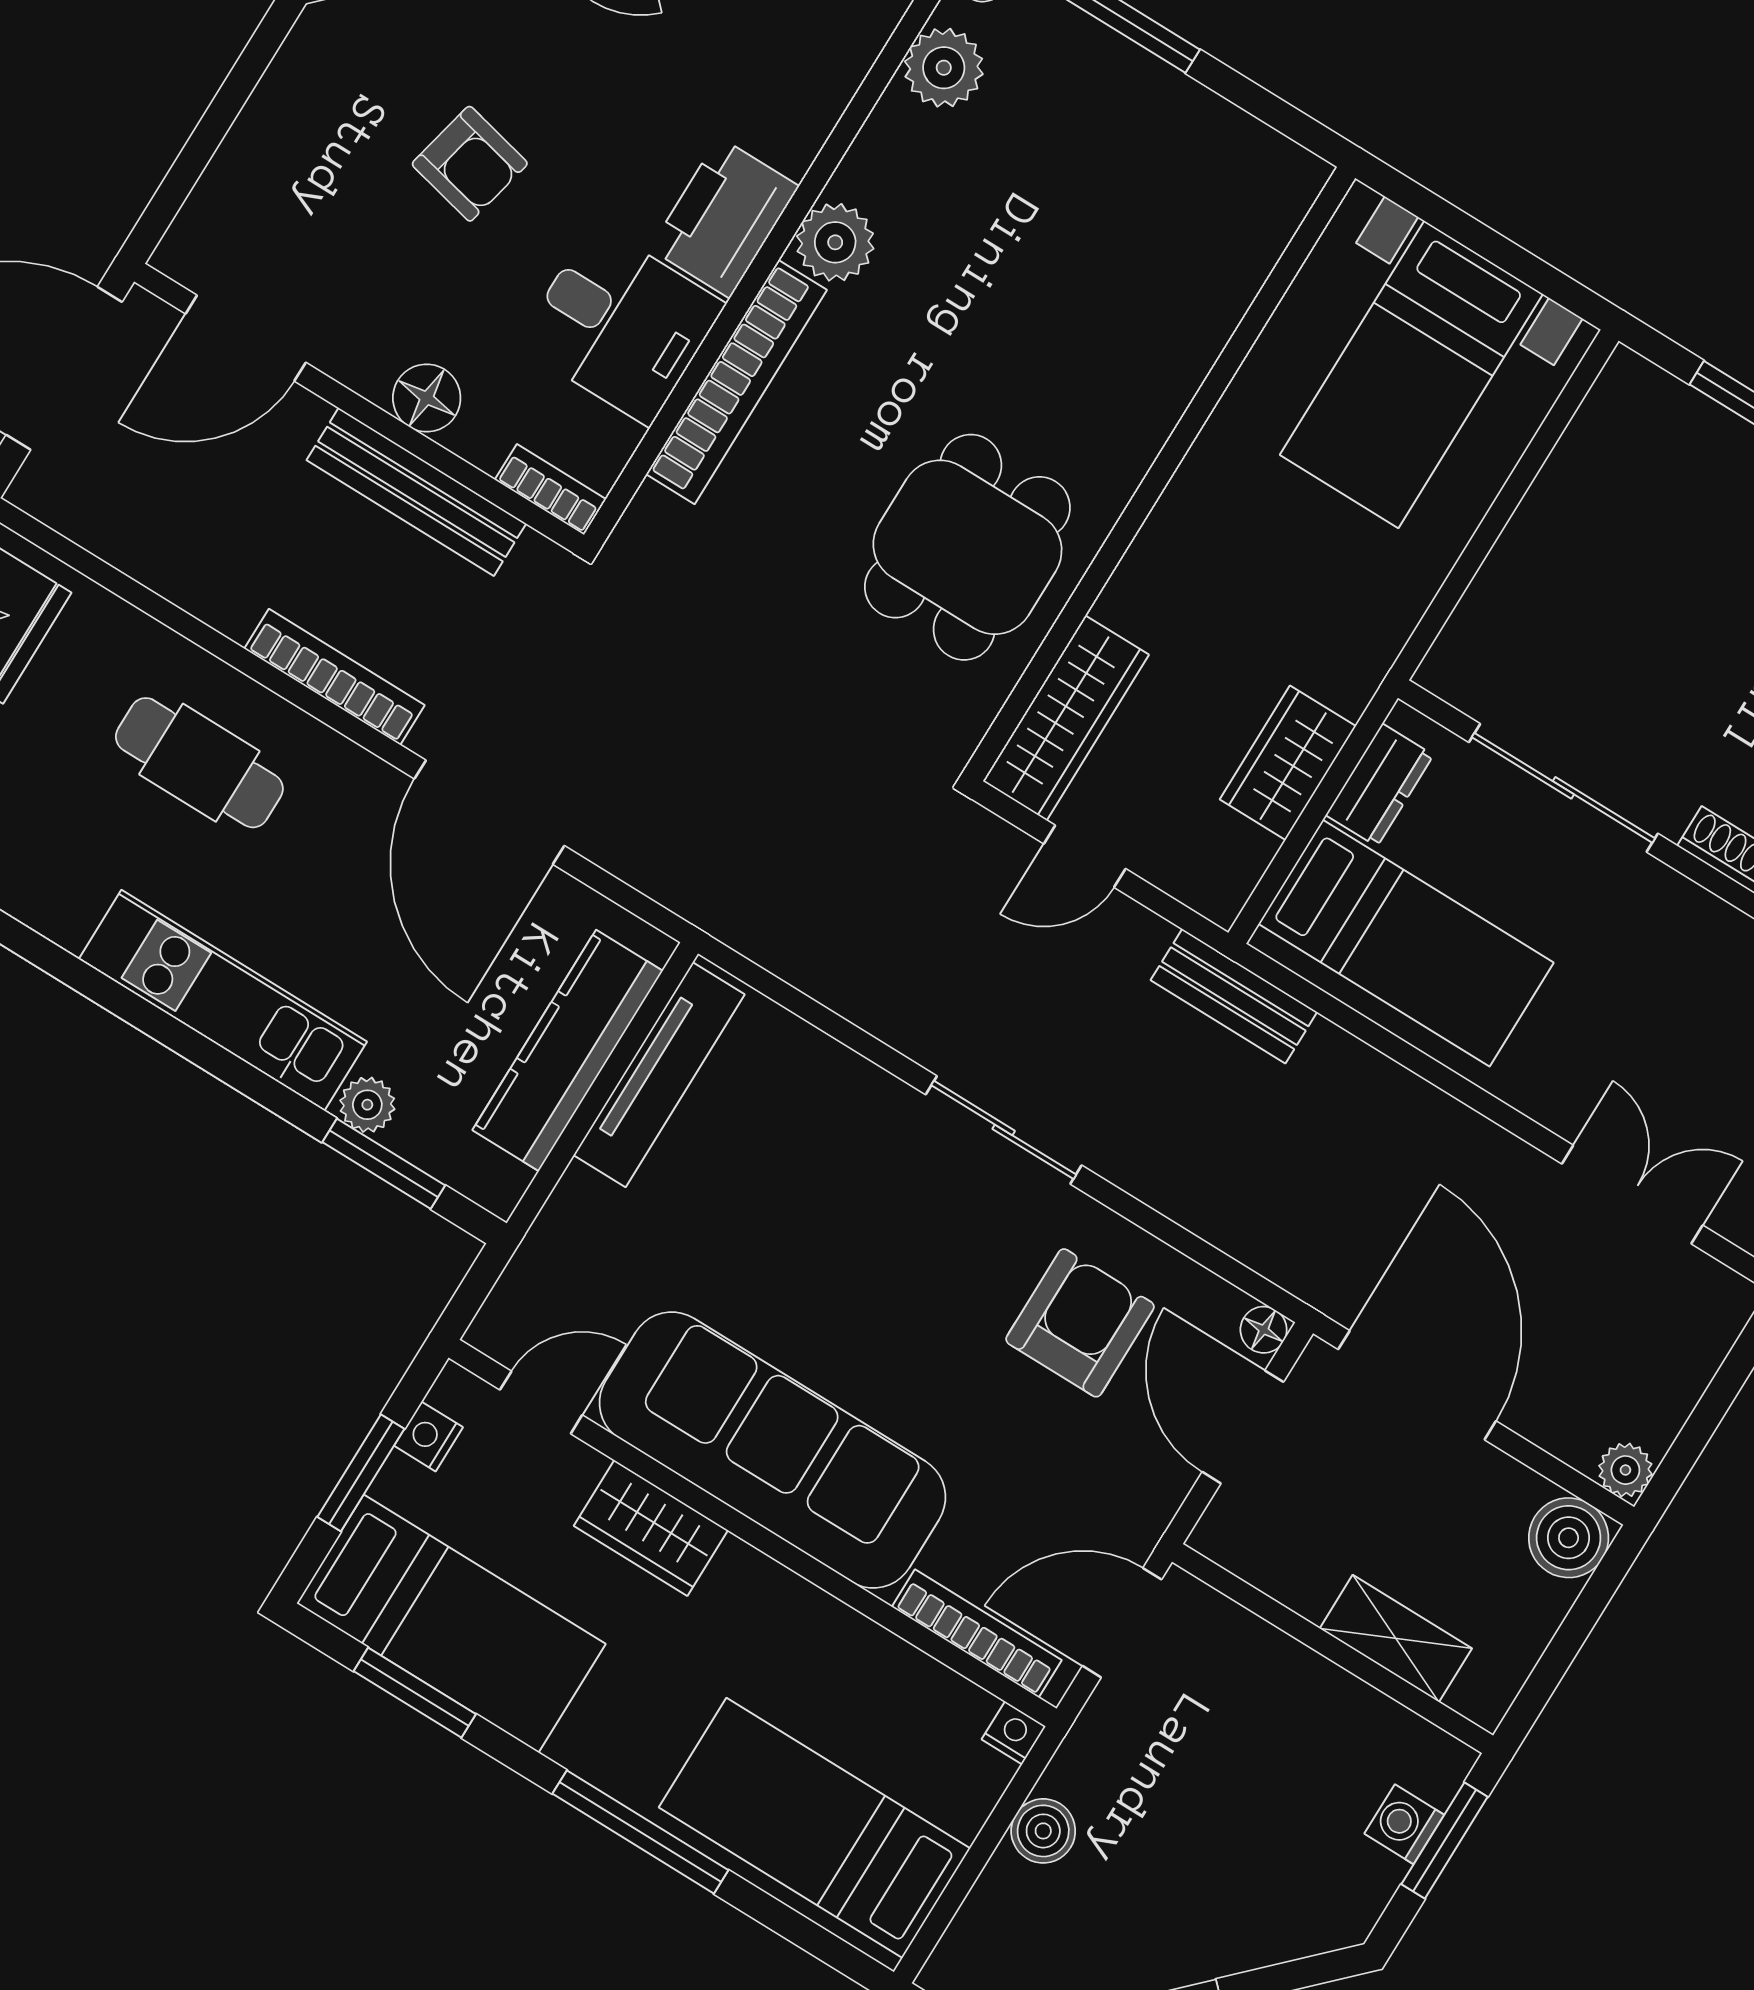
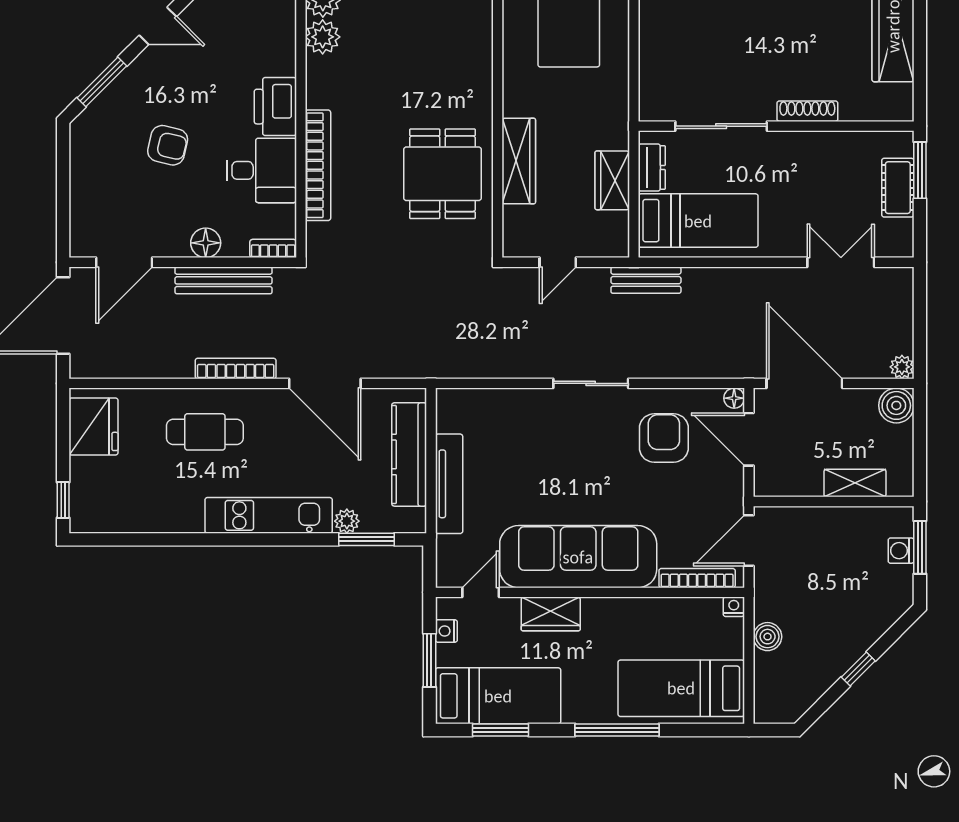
plant: (835, 242) -> (323, 37), moved
wardrobe: (1066, 718) -> (519, 161), moved
tv unit: (659, 1075) -> (449, 484), moved

